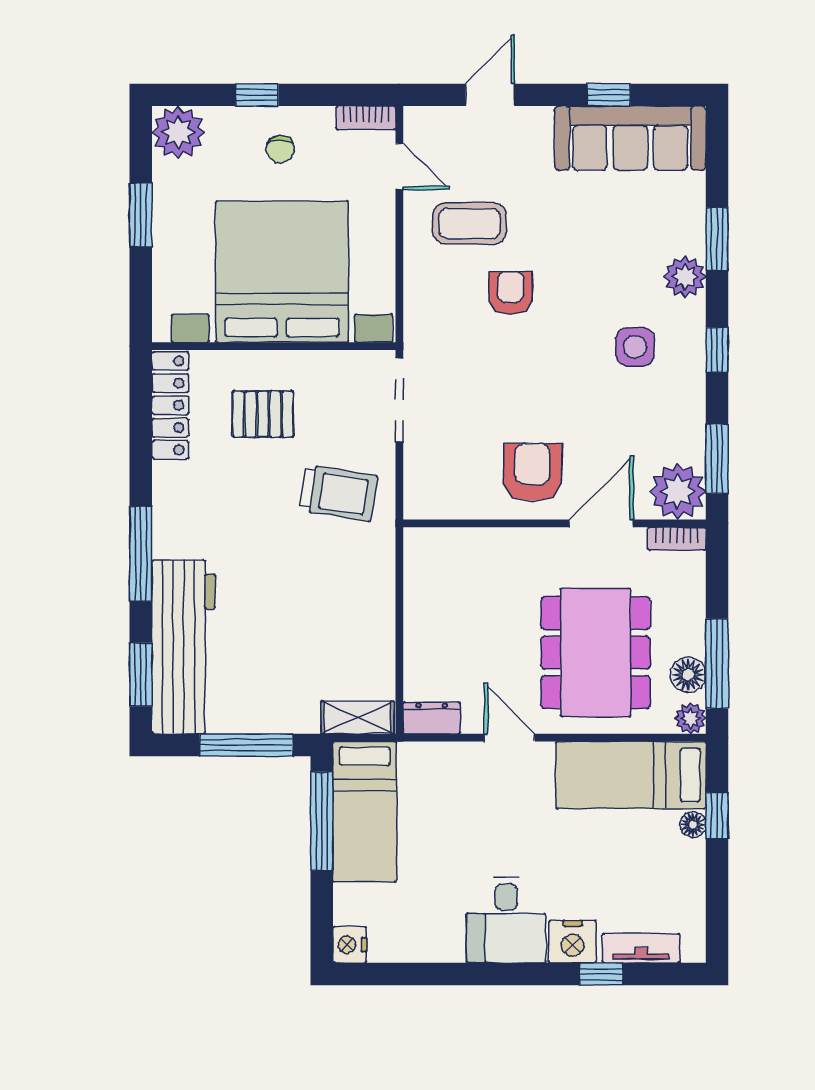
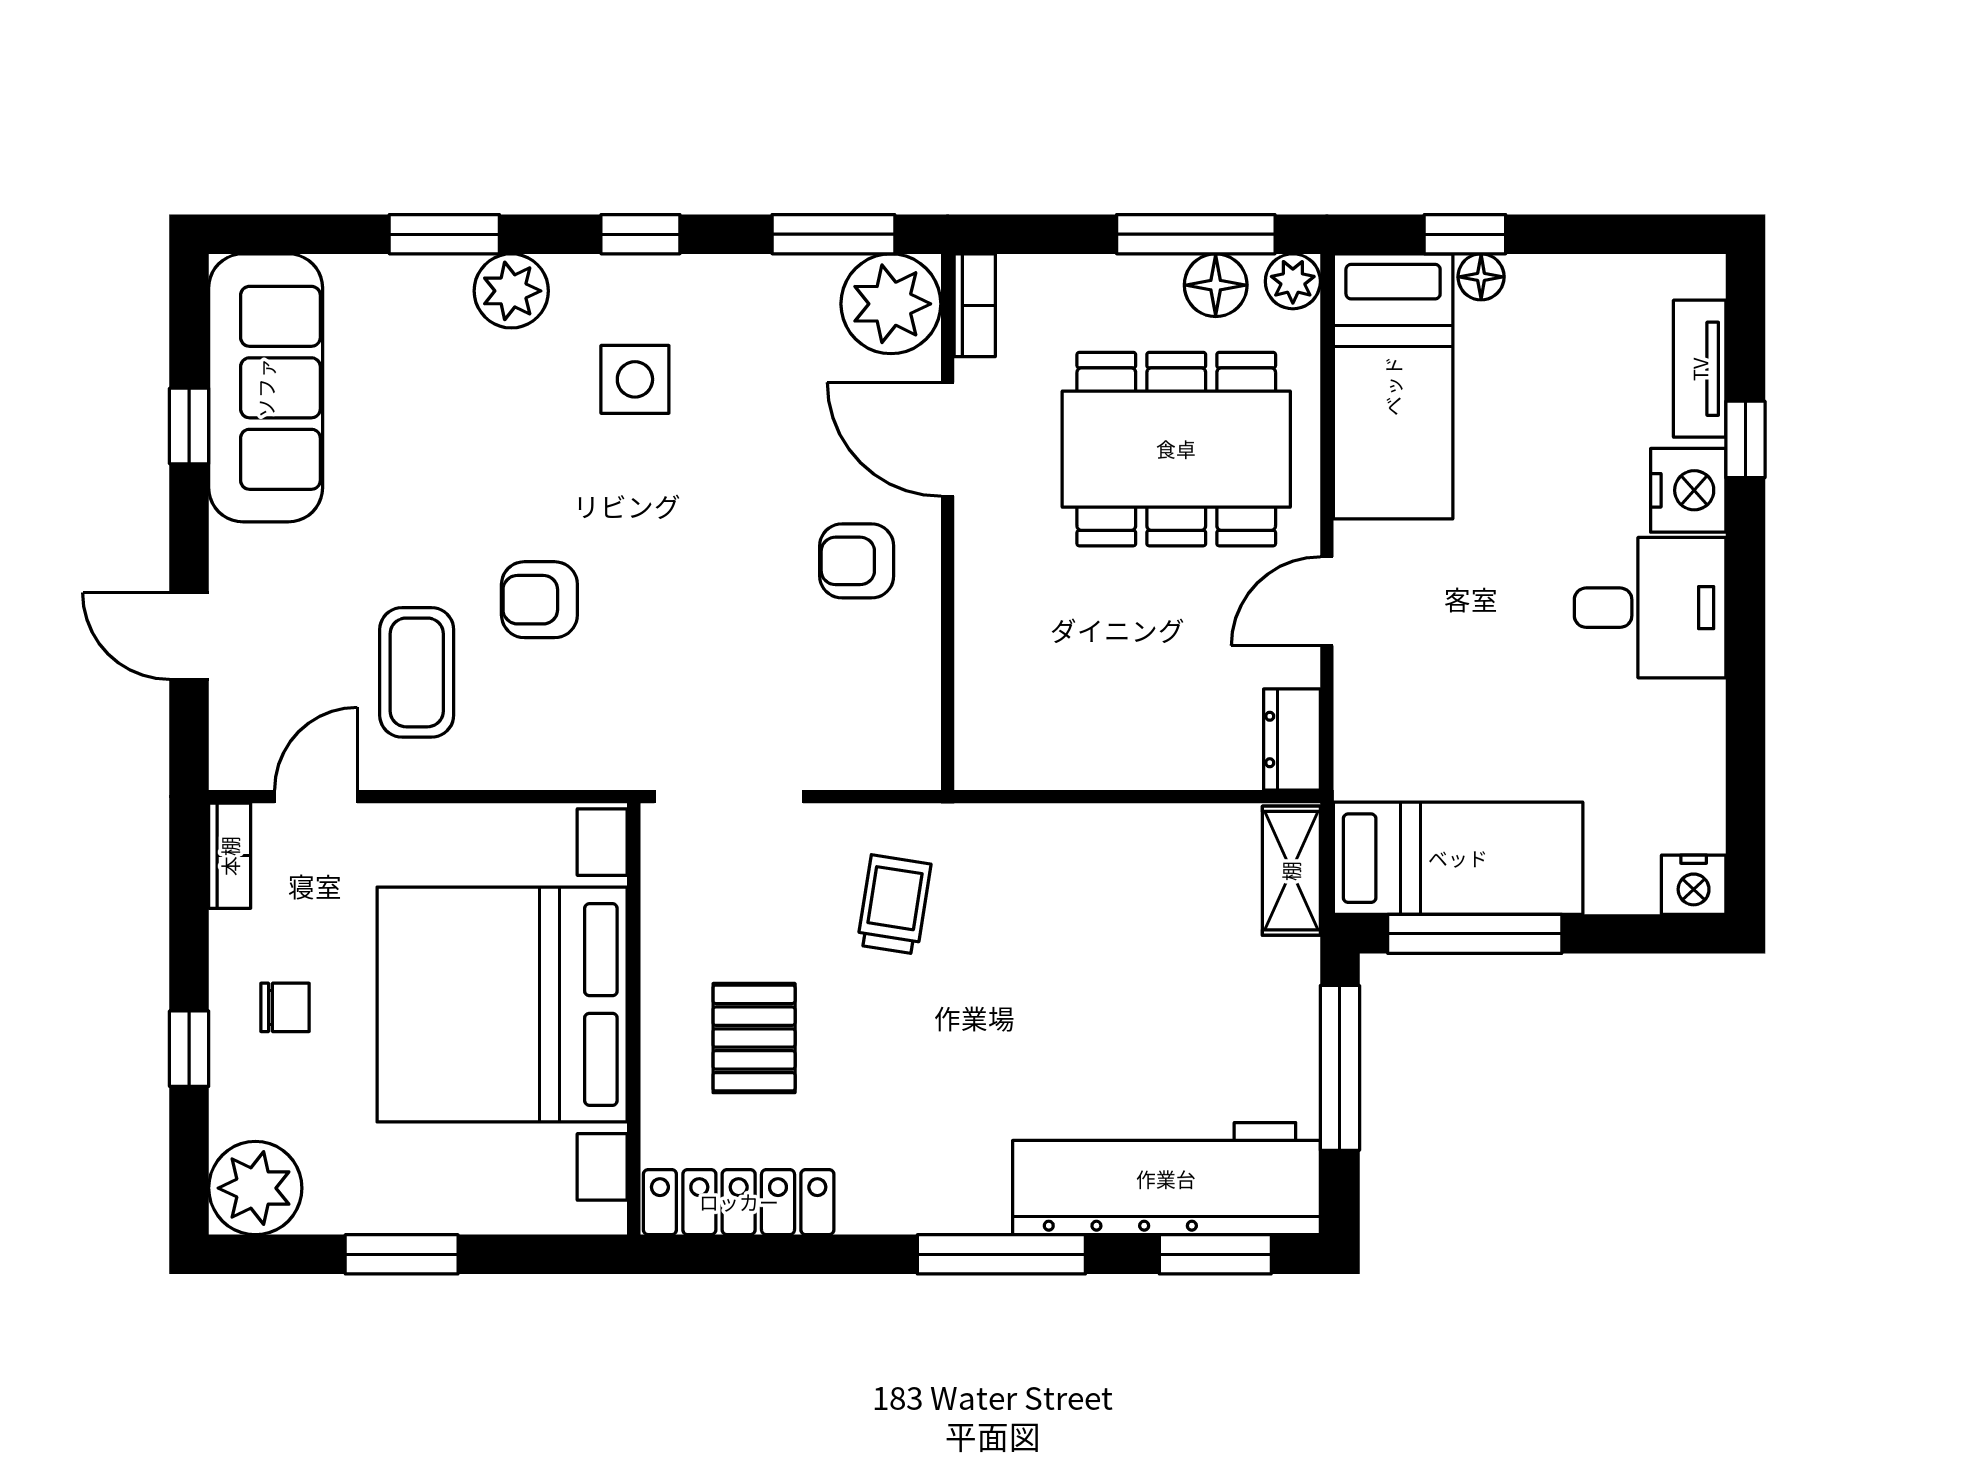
armchair: (532, 472) -> (857, 561), width x0.72, depth x0.72
trolley: (338, 493) -> (894, 905), width x0.73, depth x0.72

